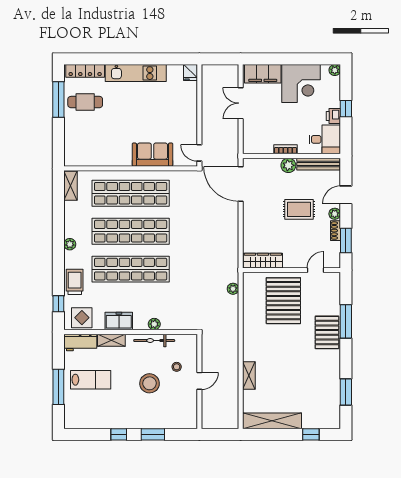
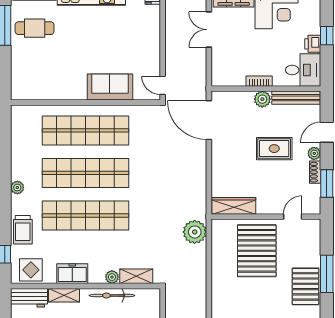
shelving: (70, 186) -> (136, 276), moved, turned 90
trolley: (75, 282) -> (23, 230), turned 180
plant: (233, 289) -> (195, 232), width x1.88, depth x1.88

